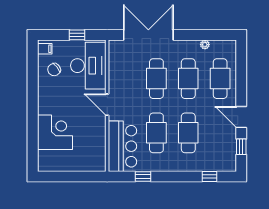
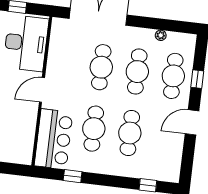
door: (107, 105) -> (42, 90), hinge flipped
door: (241, 117) -> (192, 122), hinge flipped
window: (241, 147) -> (197, 79), moved

